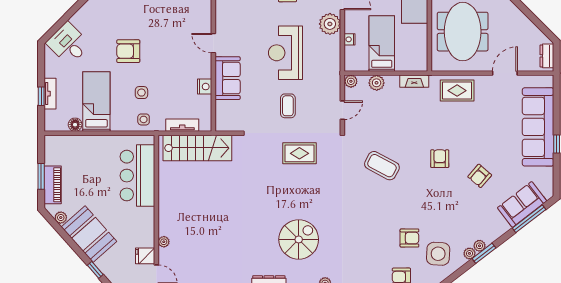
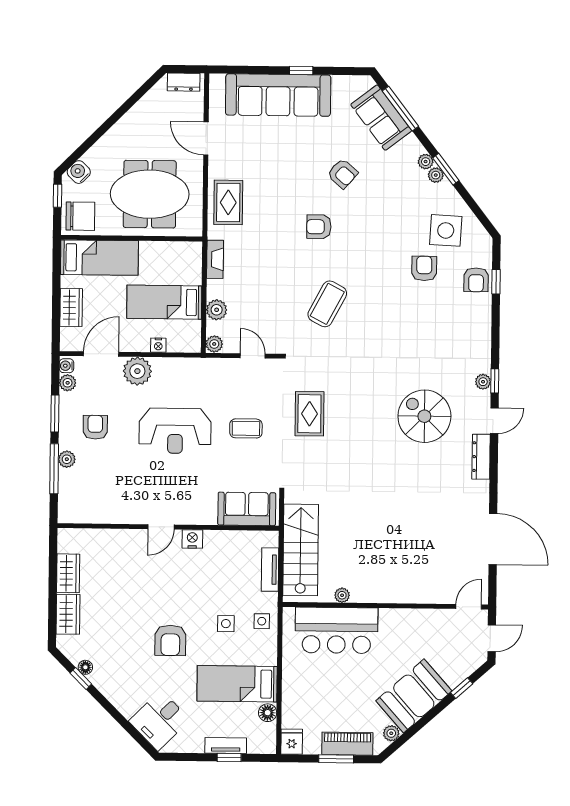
sofa: (228, 78) -> (247, 509), moved
nightstand: (205, 87) -> (192, 539), moved
plant: (164, 242) -> (342, 595), moved
plant: (469, 253) -> (426, 162), moved
fridge: (145, 256) -> (292, 742), moved, turned 180

